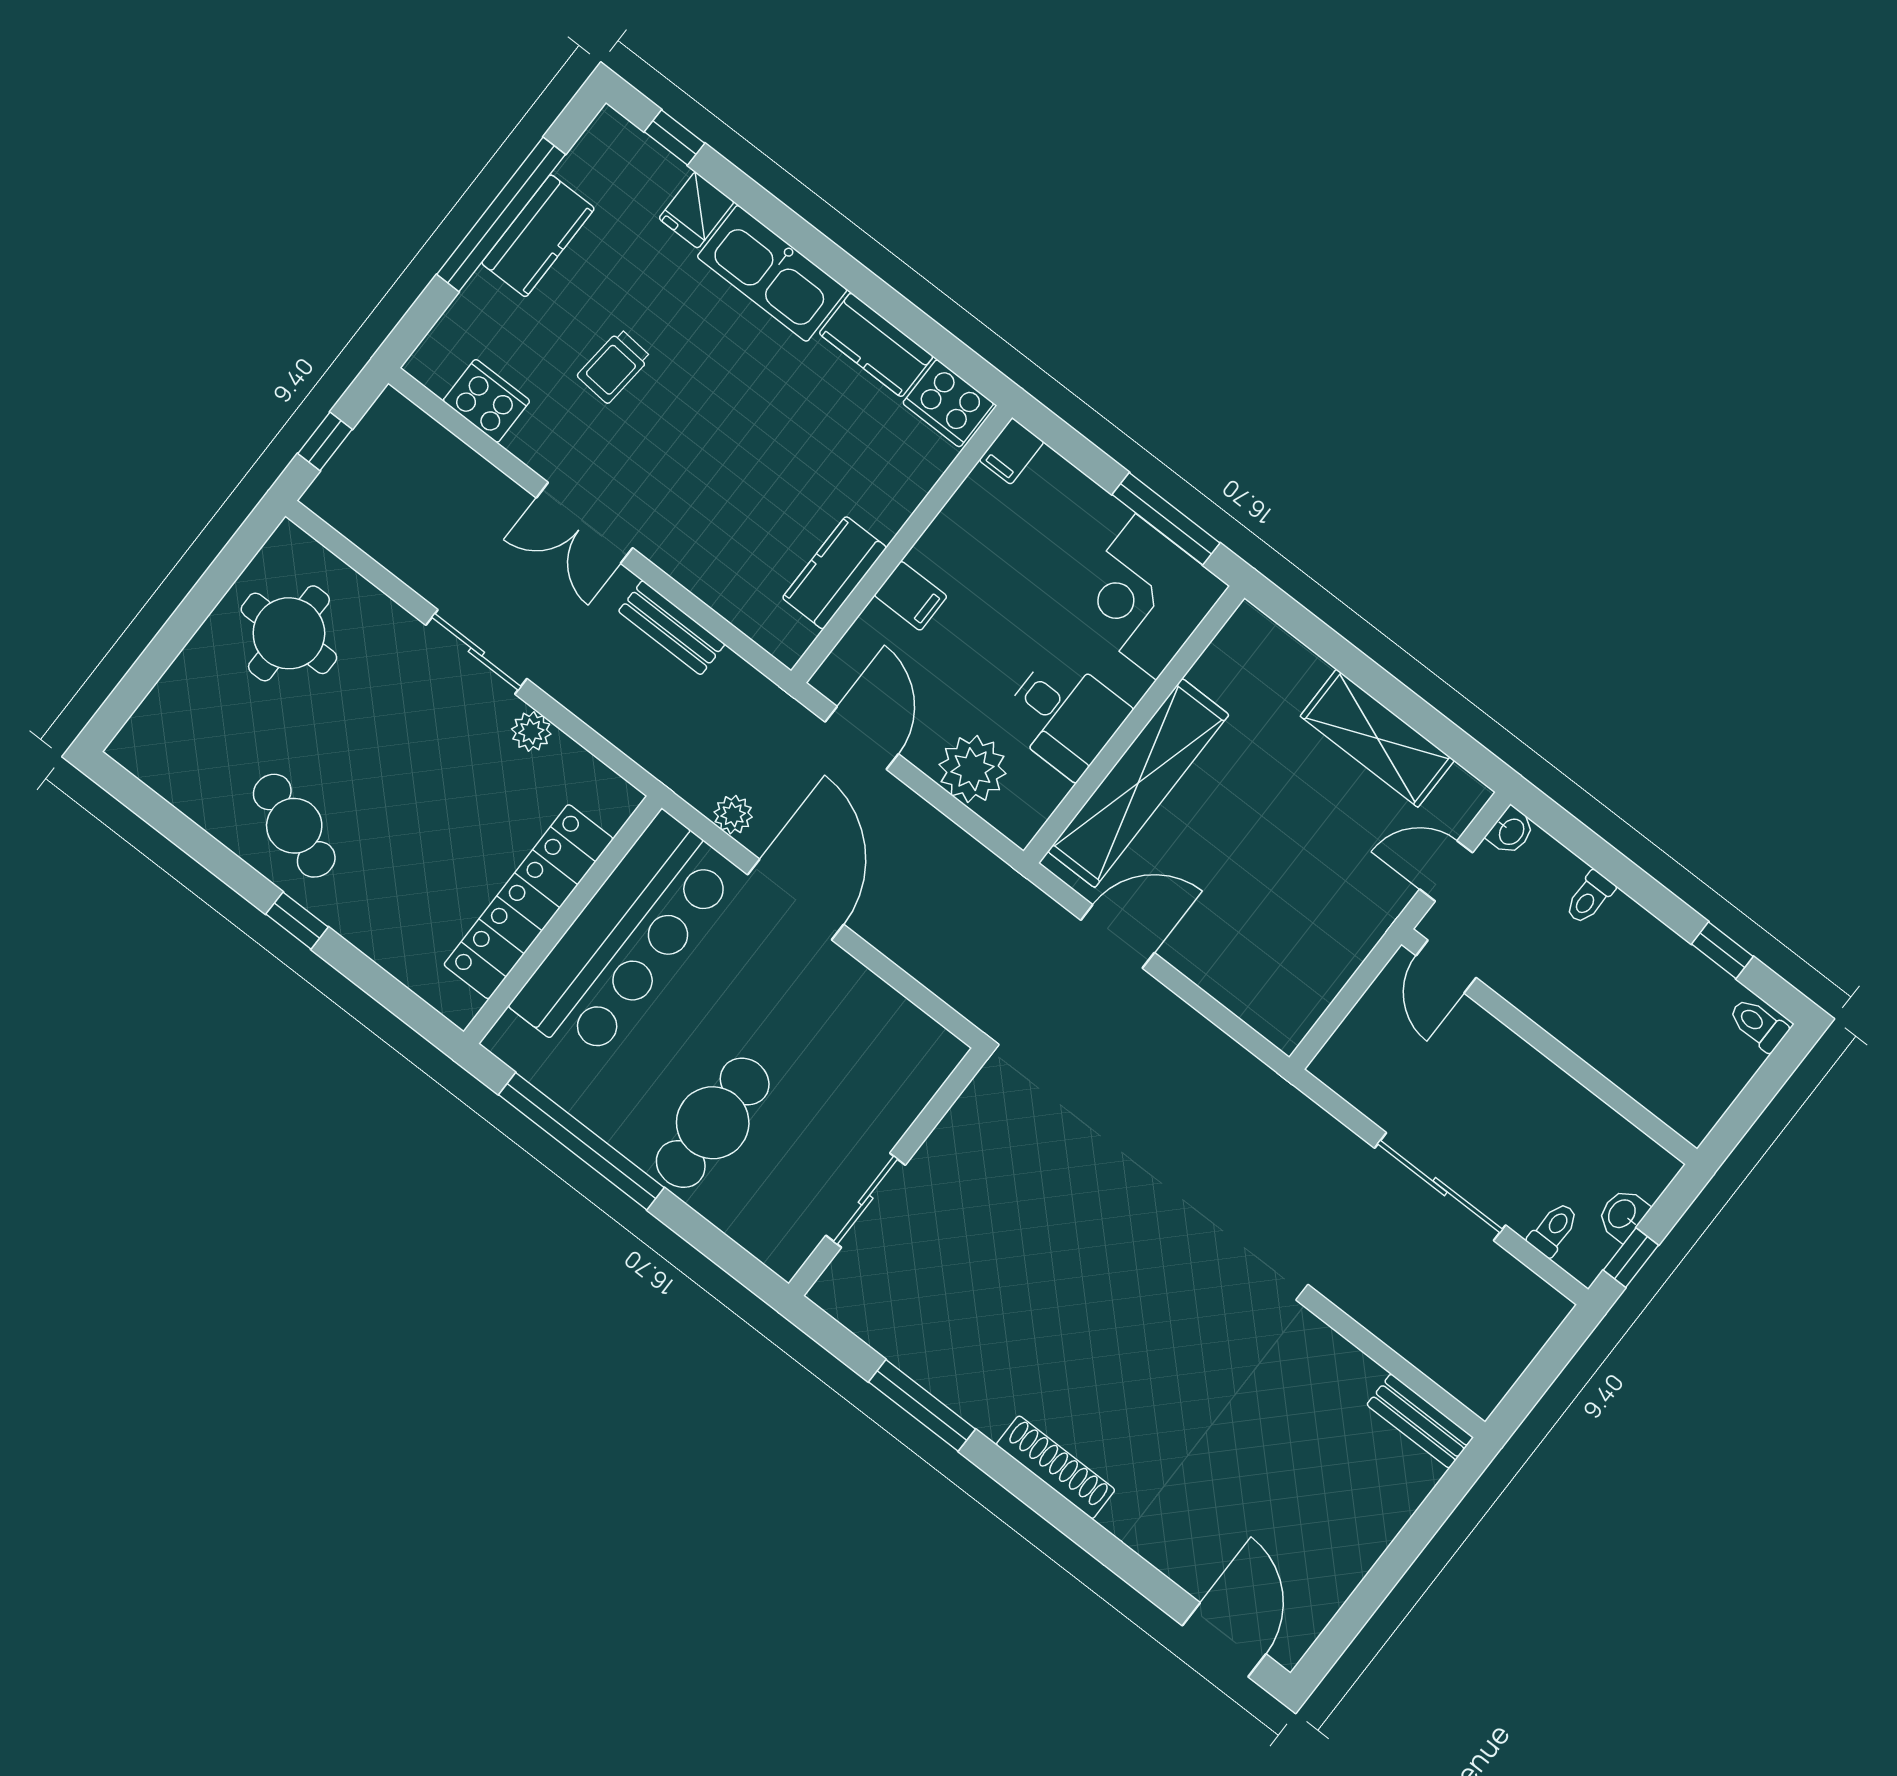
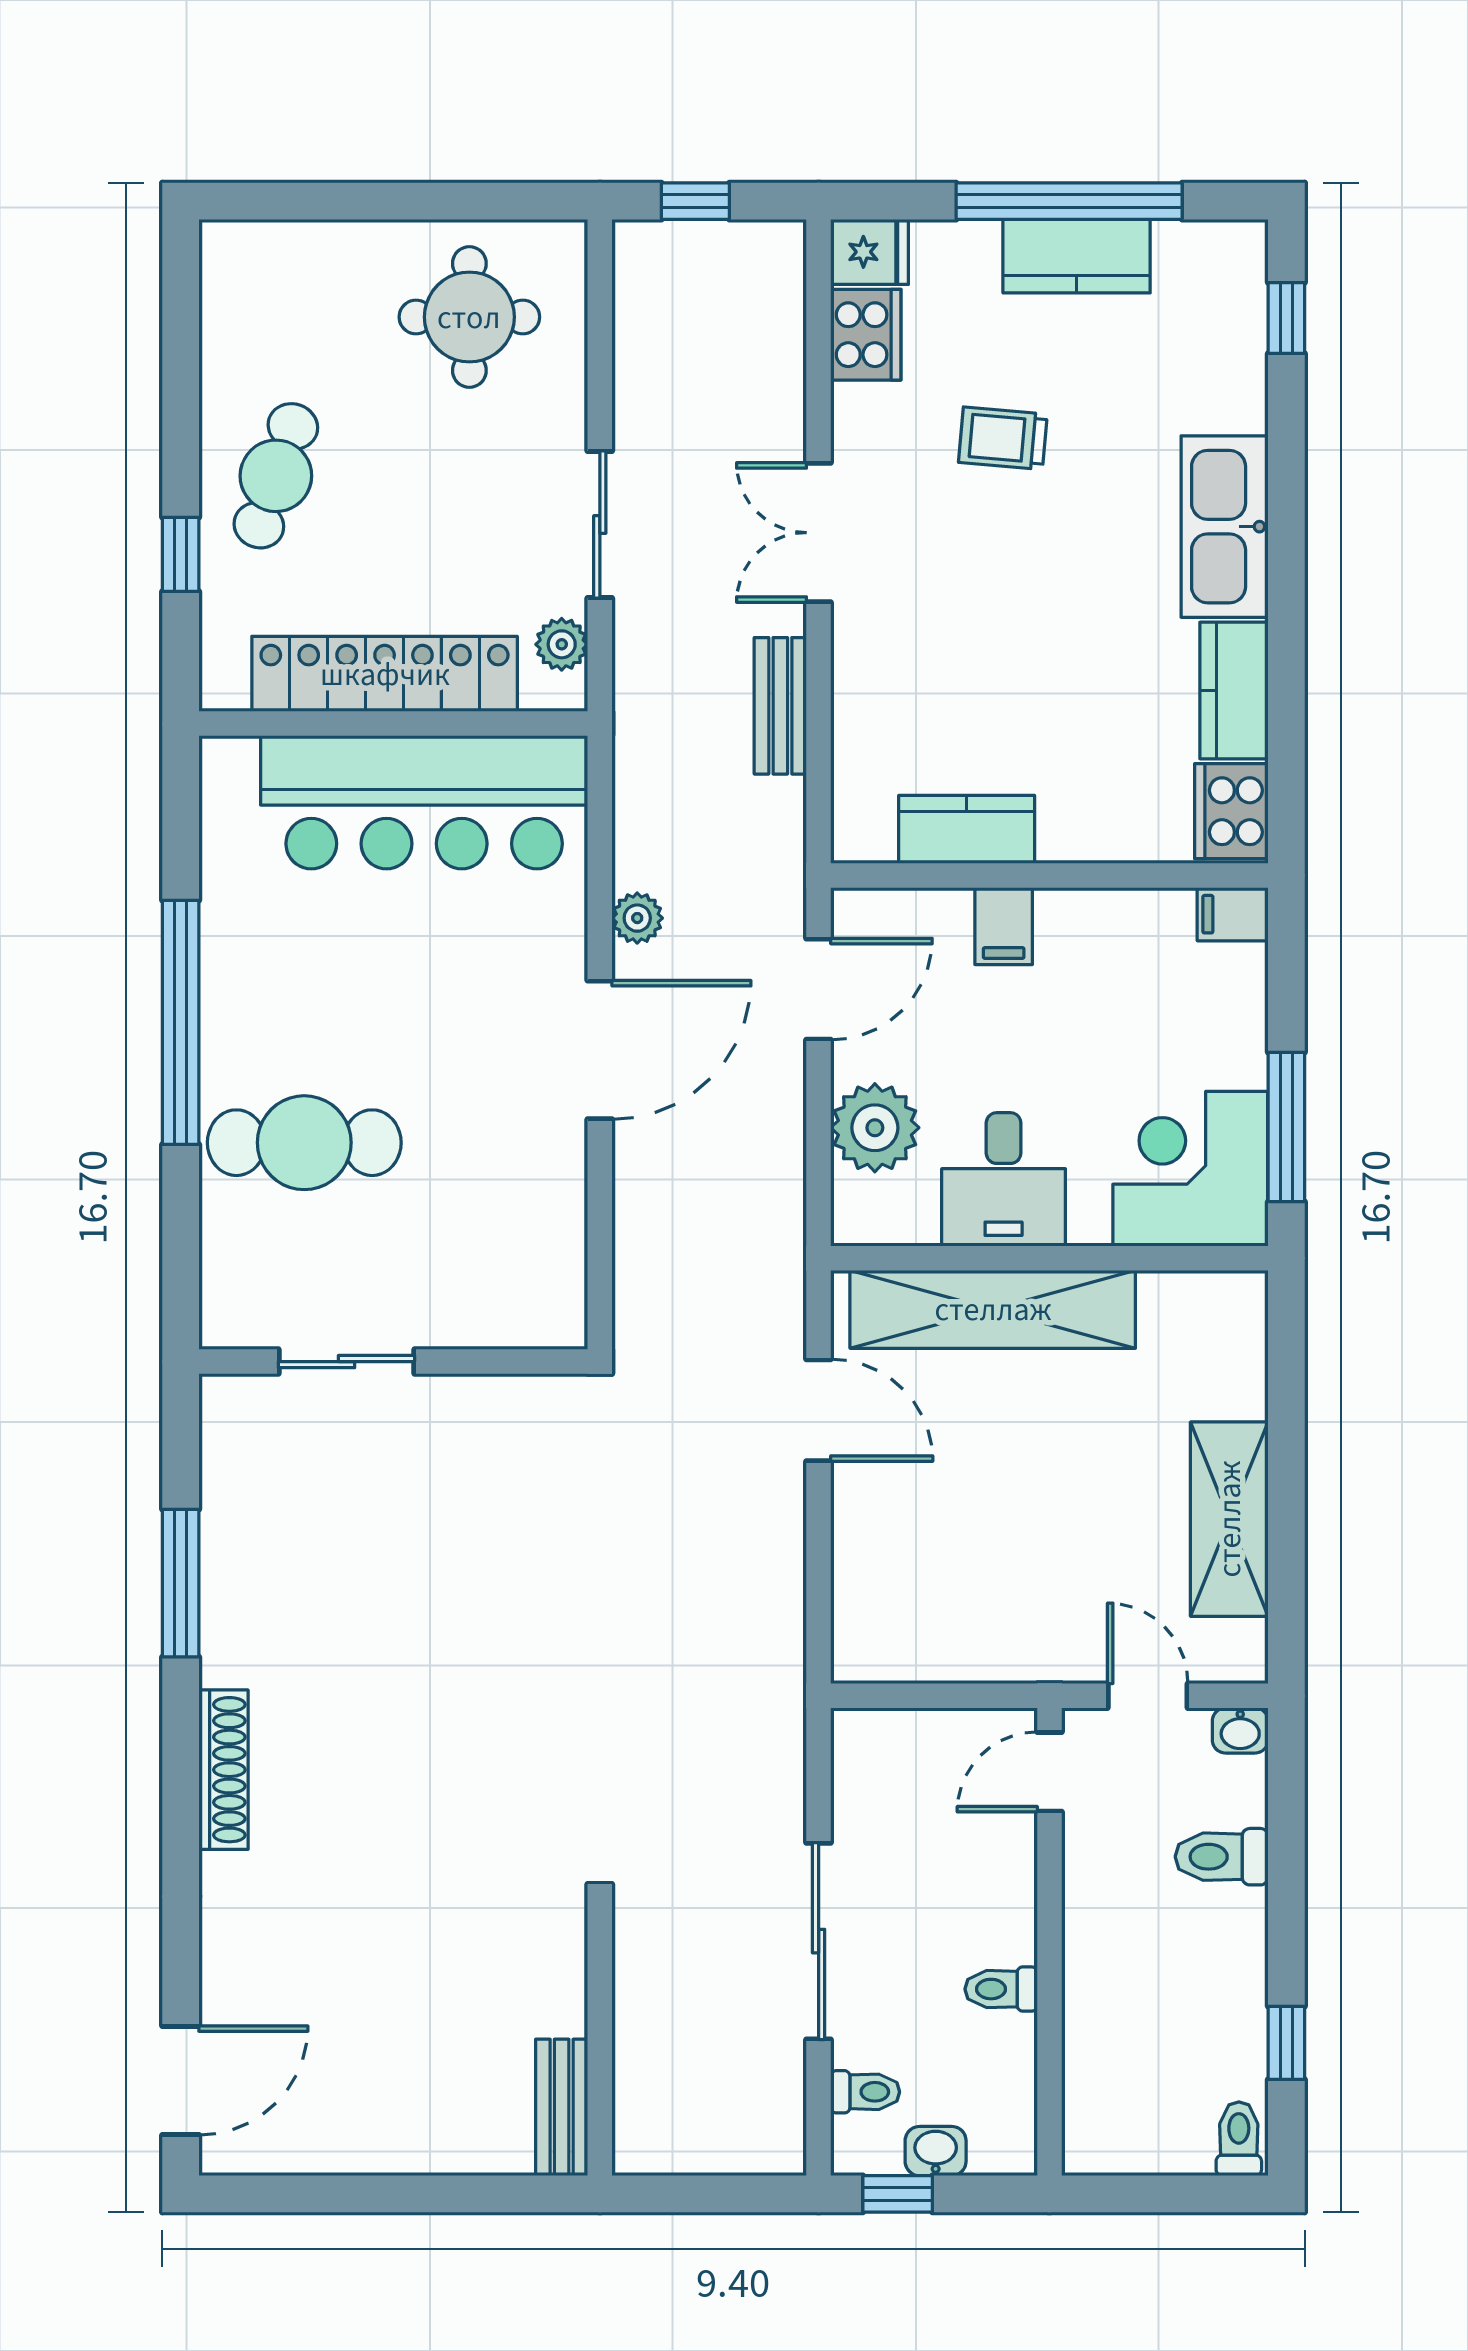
fridge: (696, 210) -> (870, 252), moved, turned 180
toilet: (1589, 898) -> (1222, 1857), width x1.37, depth x1.39
locker: (528, 902) -> (385, 674), moved
wall: (563, 920) -> (393, 724), moved
bar counter: (625, 938) -> (424, 802), moved
toilet: (1555, 1098) -> (1001, 1989), added

